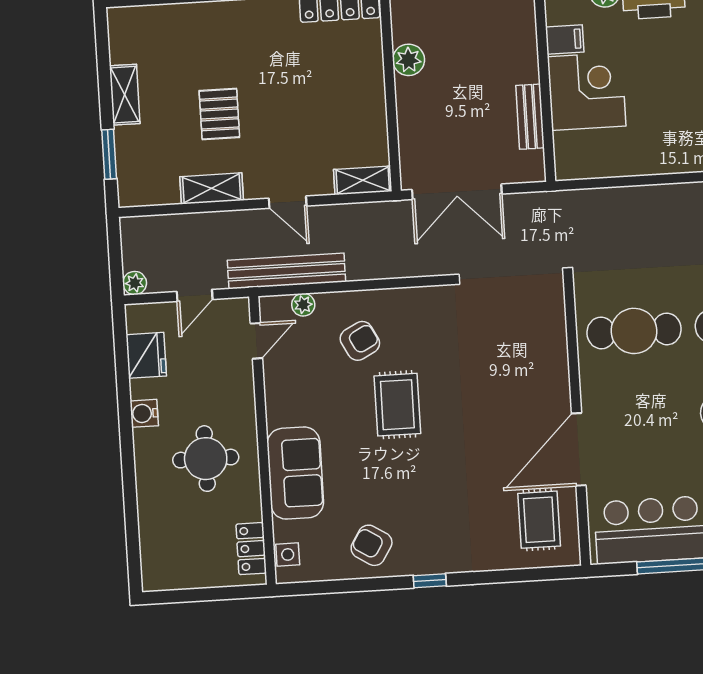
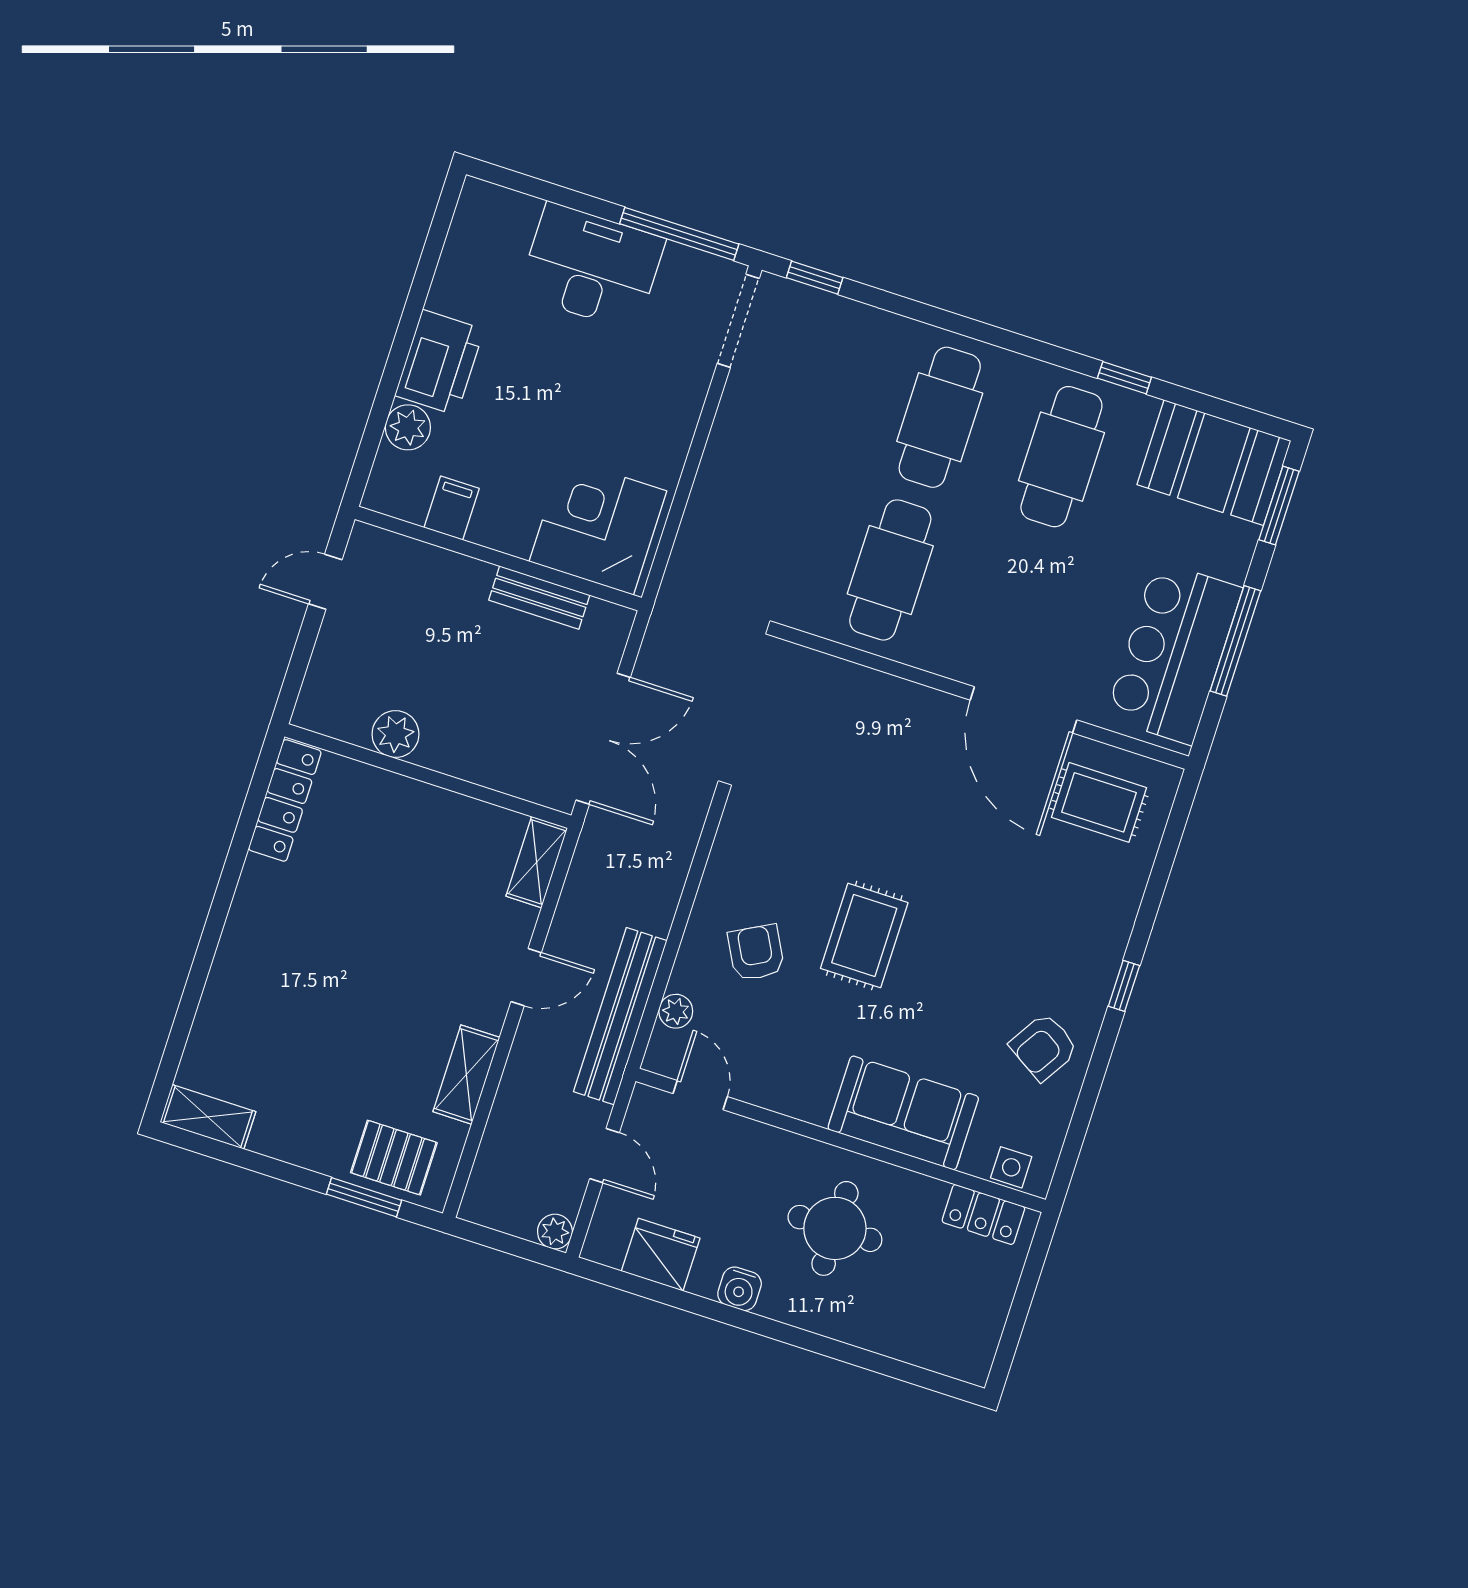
corner desk: (587, 91) -> (598, 526), moved
shelving: (125, 95) -> (208, 1117), moved
pallet: (219, 114) -> (394, 1158), moved
rug: (397, 405) -> (864, 935), turned 90

